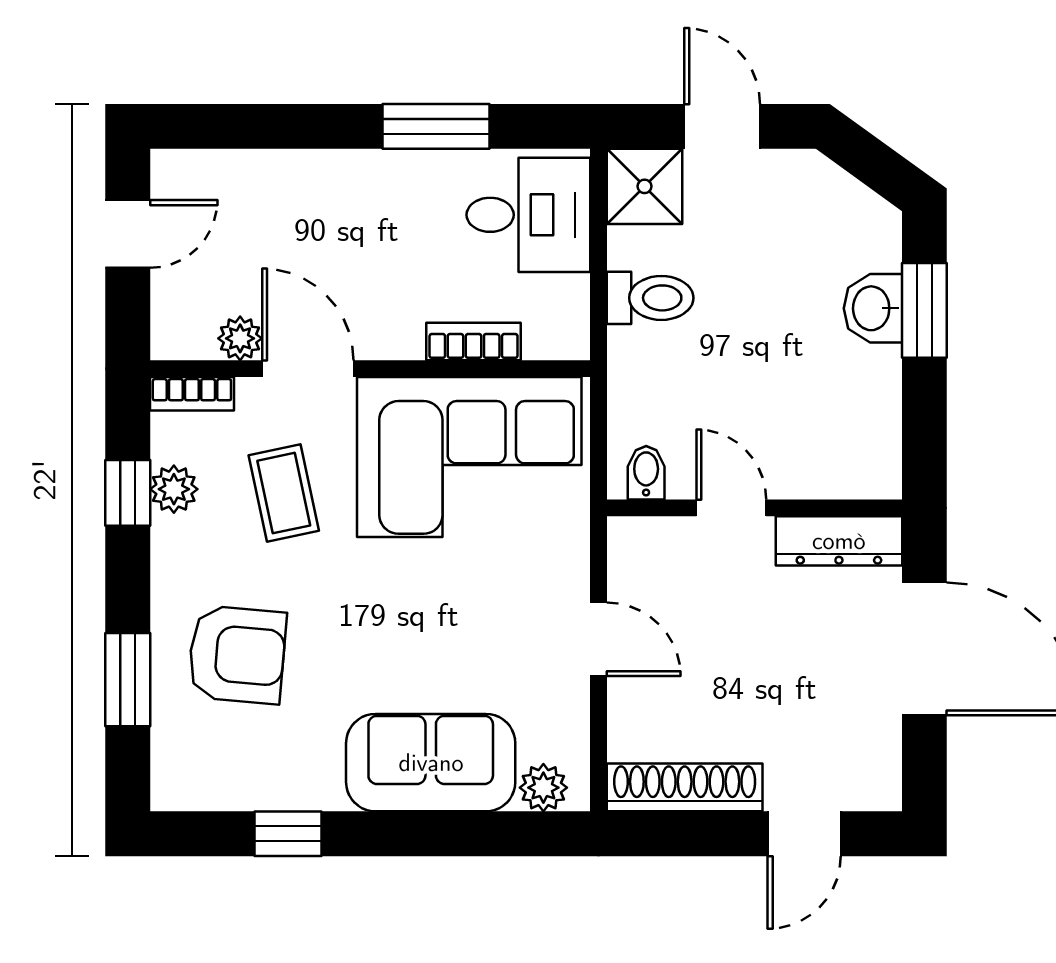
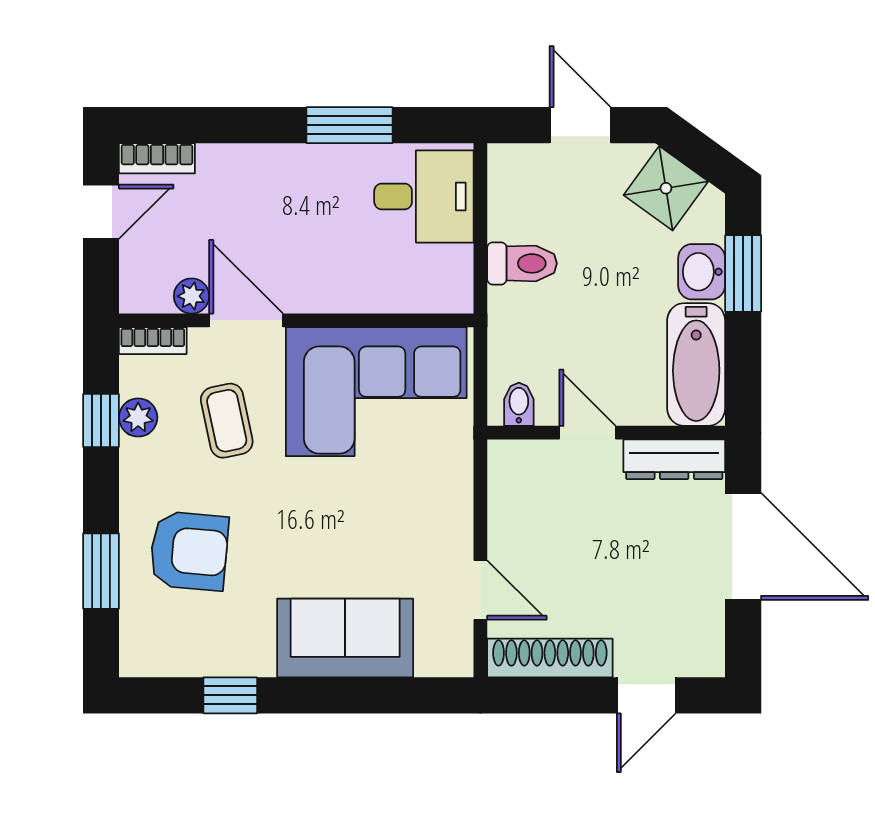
shower: (645, 186) -> (666, 188), moved, turned 36
bookcase: (474, 341) -> (157, 158), moved, turned 180
bathtub: (866, 423) -> (696, 364), added
door: (598, 639) -> (480, 590), moved
plant: (543, 788) -> (436, 658), removed

